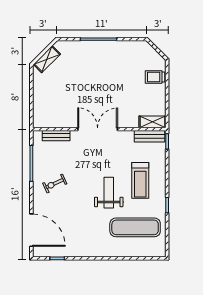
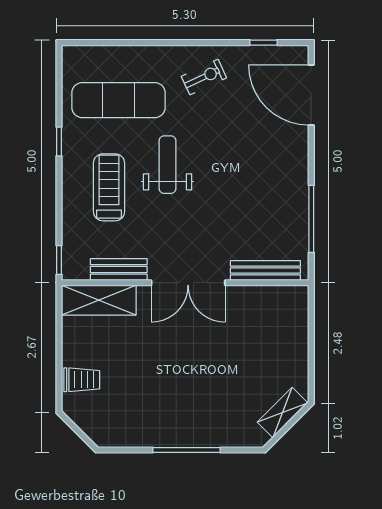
shelving: (152, 122) -> (99, 300), width x1.50, depth x1.33
bench: (56, 136) -> (265, 270), width x1.36
bench: (149, 136) -> (119, 269), moved
exercise bike: (55, 184) -> (204, 77), moved
weight bench: (109, 193) -> (168, 165), turned 180

